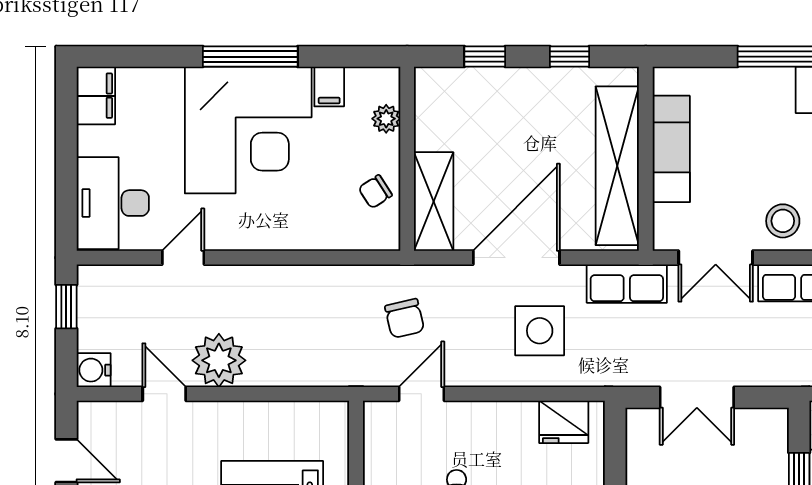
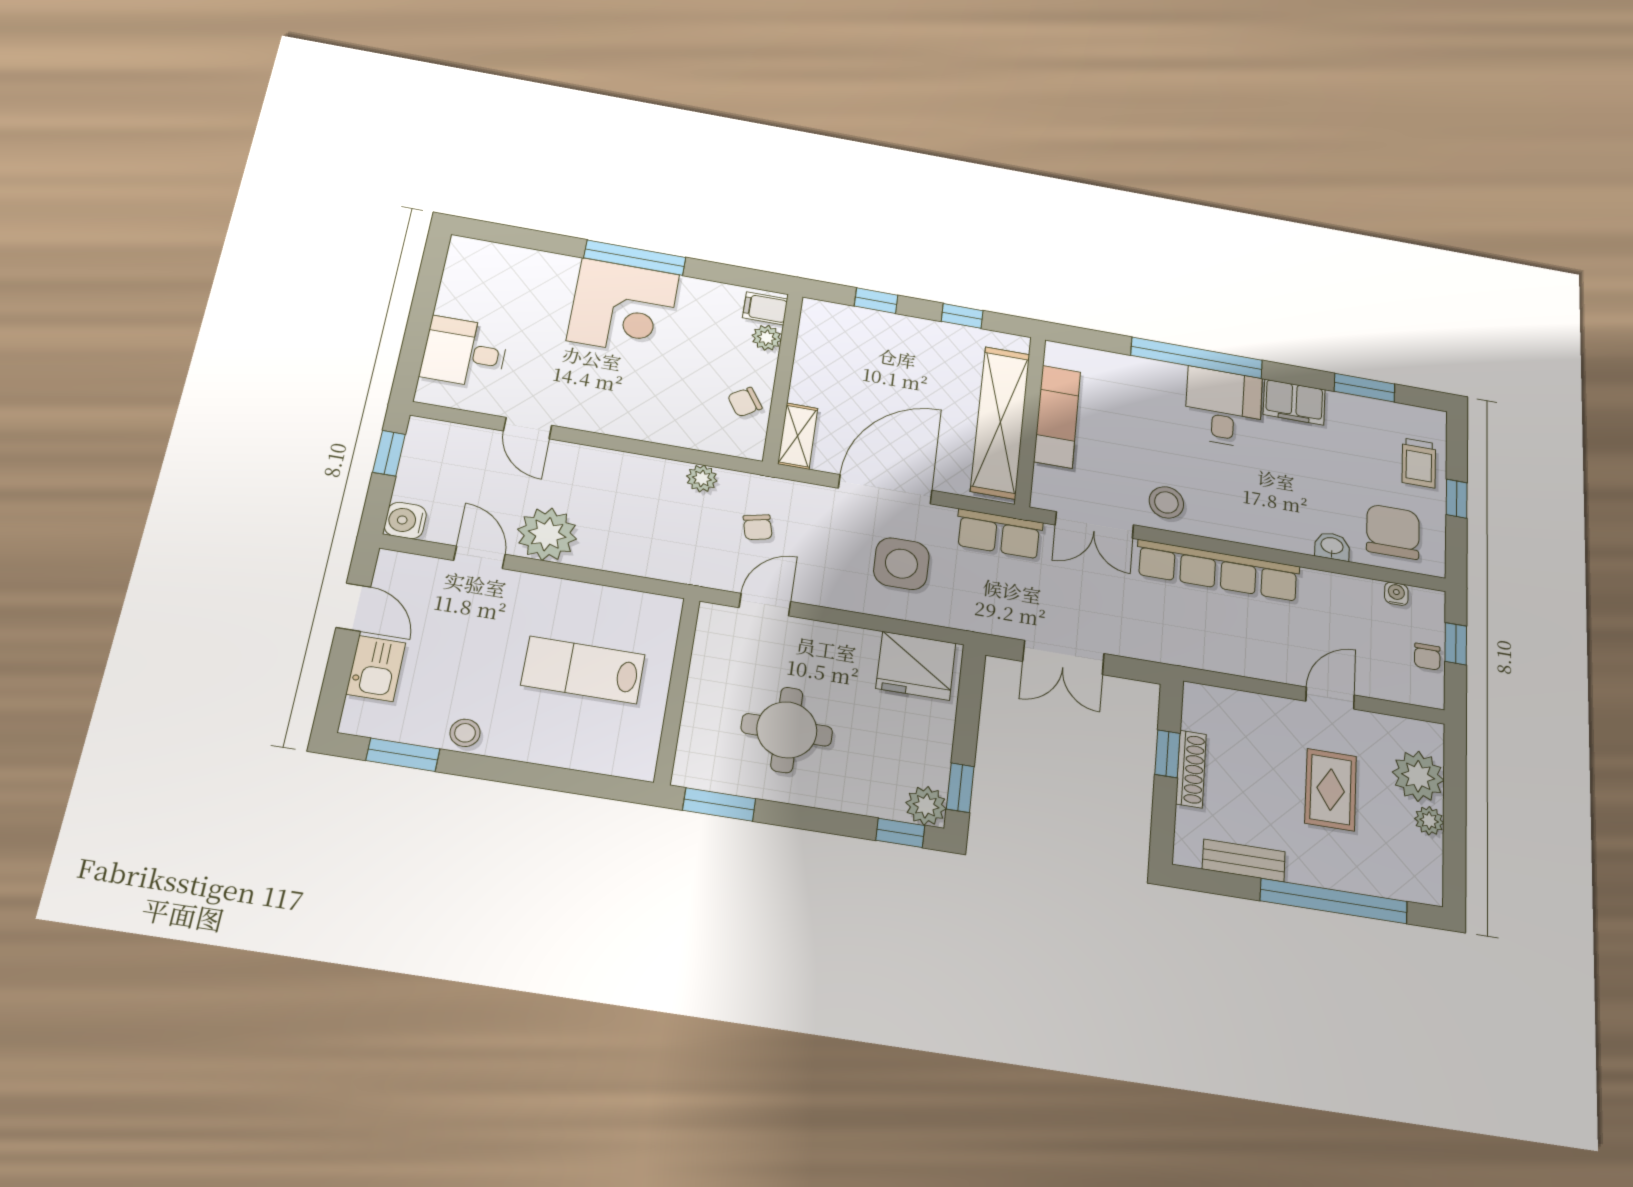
filing cabinet: (329, 87) -> (765, 308), moved, turned 90
filing cabinet: (96, 96) -> (466, 263), removed
corner desk: (248, 130) -> (623, 307), width x0.74, depth x0.74
shelving: (434, 201) -> (798, 436), width x0.67, depth x0.75
desk: (113, 203) -> (465, 352), width x0.73
door: (183, 258) -> (528, 428), swing flipped
plant: (347, 279) -> (702, 478), added
chair: (405, 318) -> (758, 527), width x0.73, depth x0.73
fridge: (564, 422) -> (916, 666), width x1.36, depth x1.34

